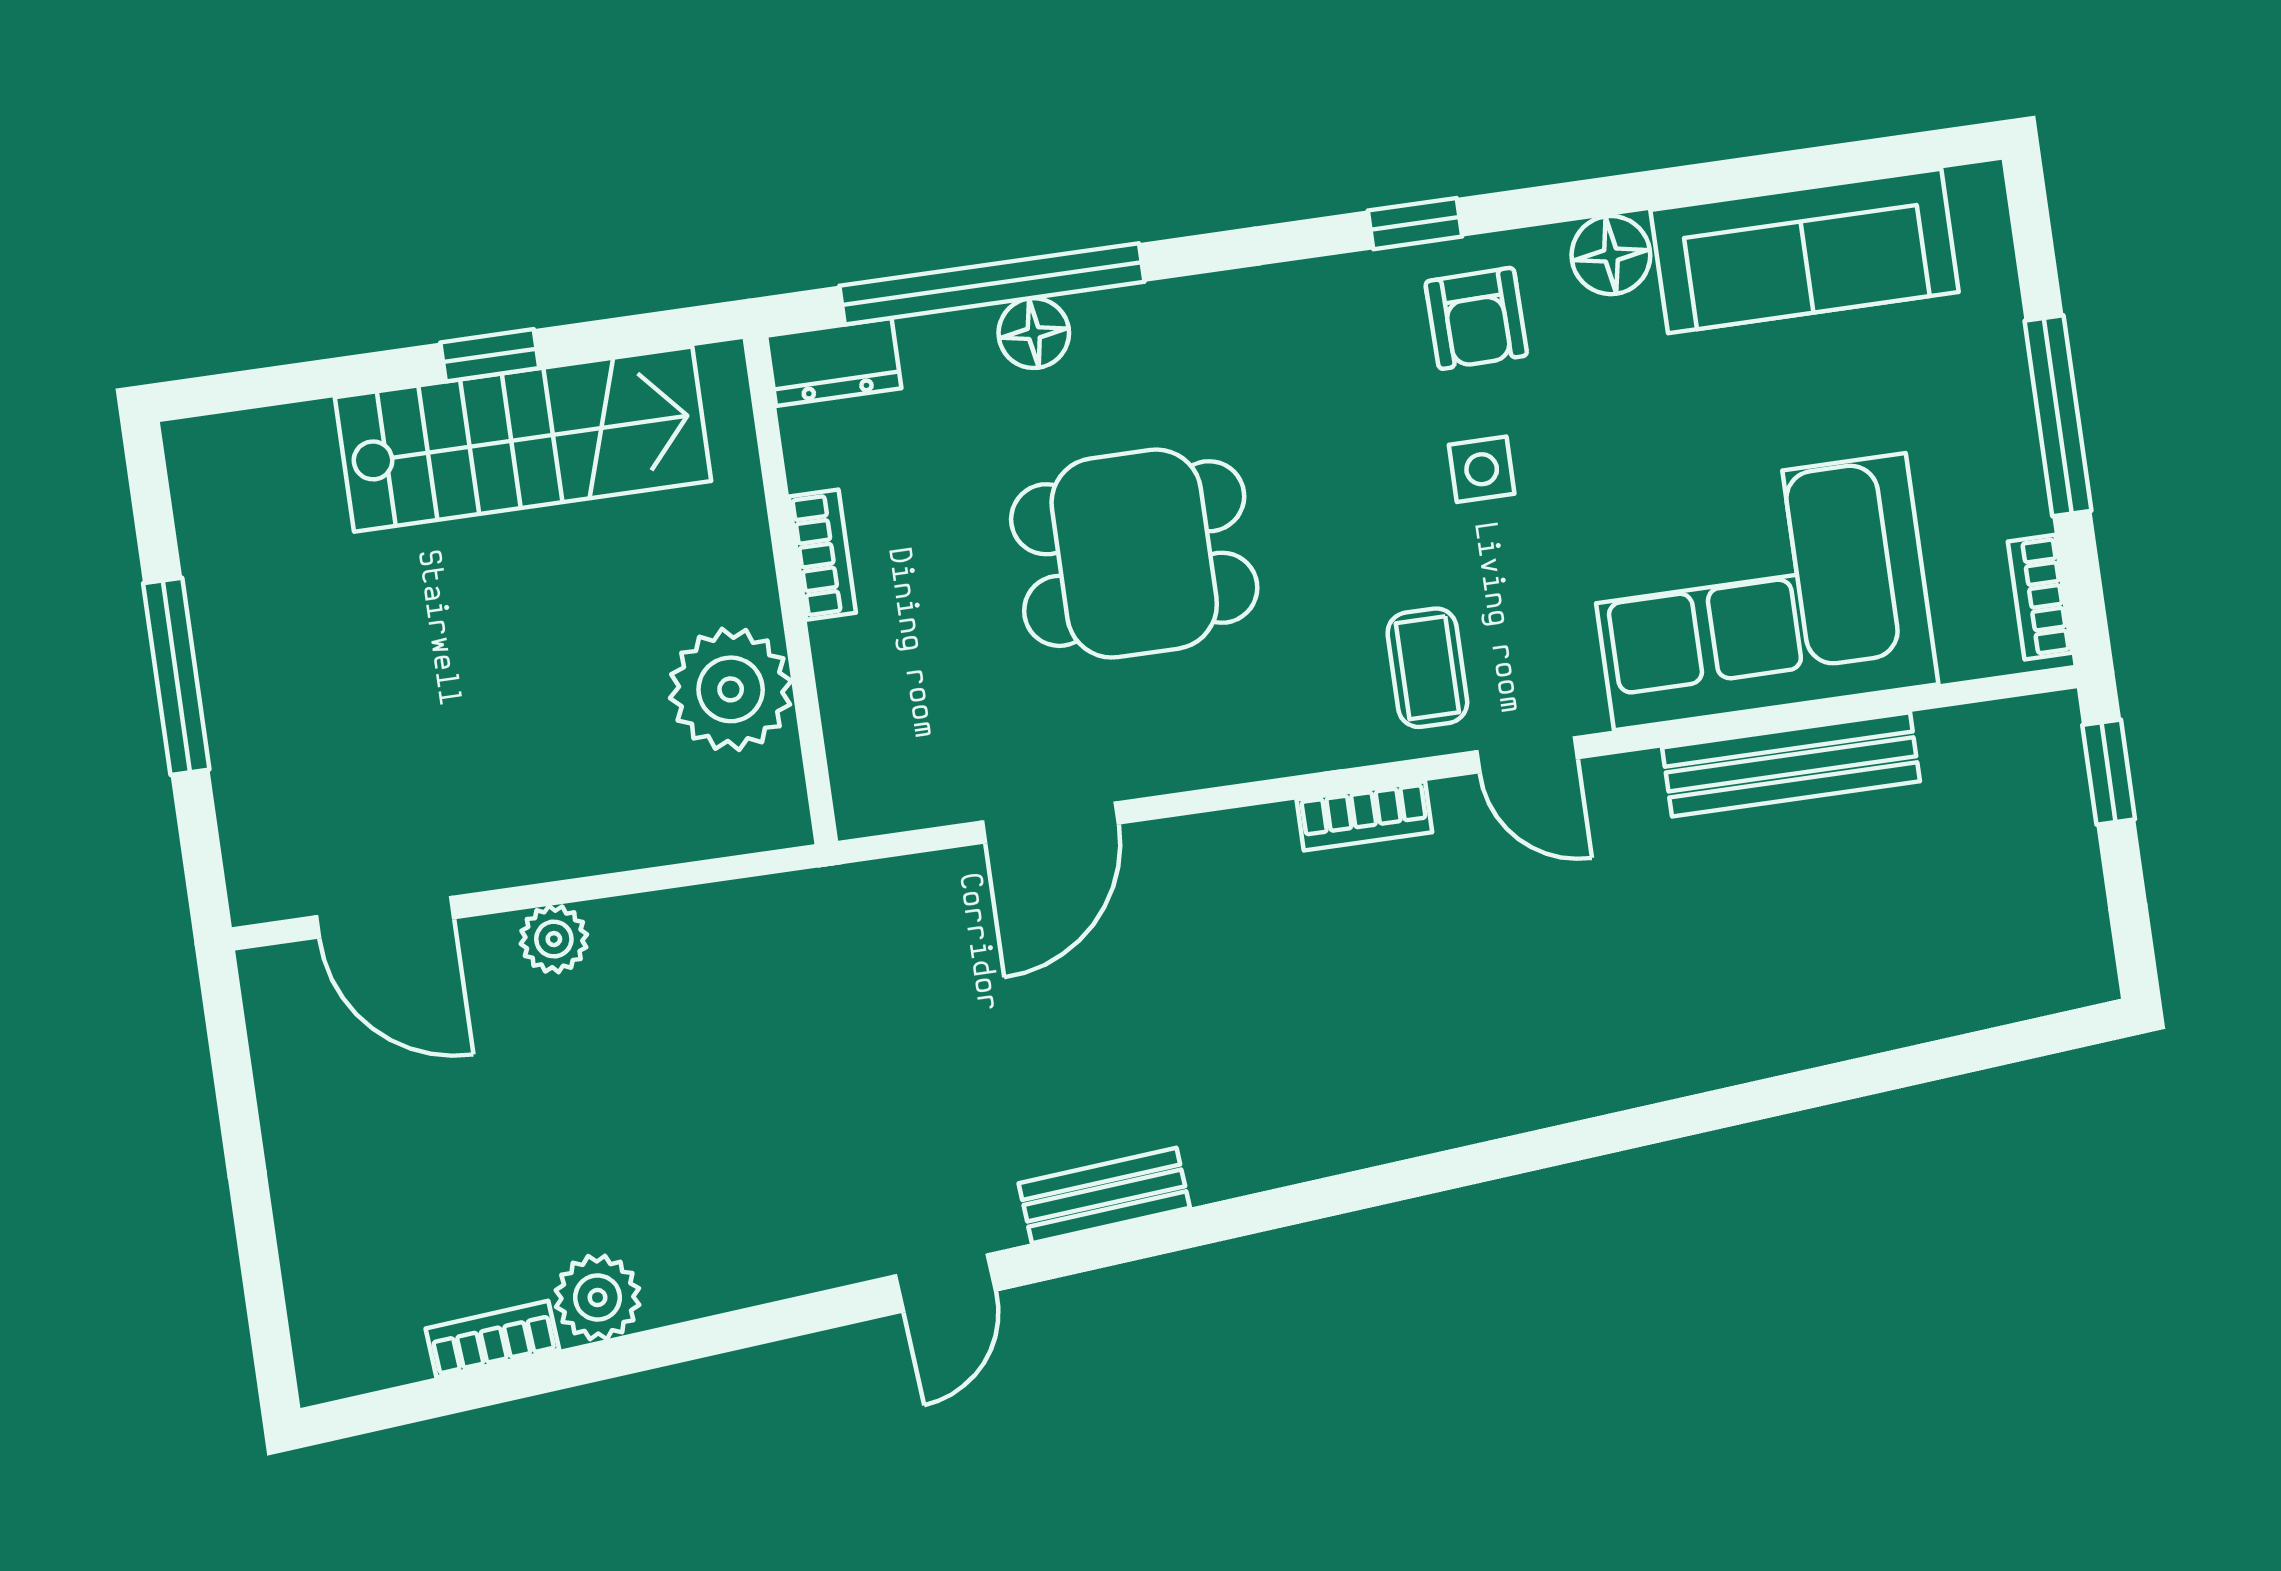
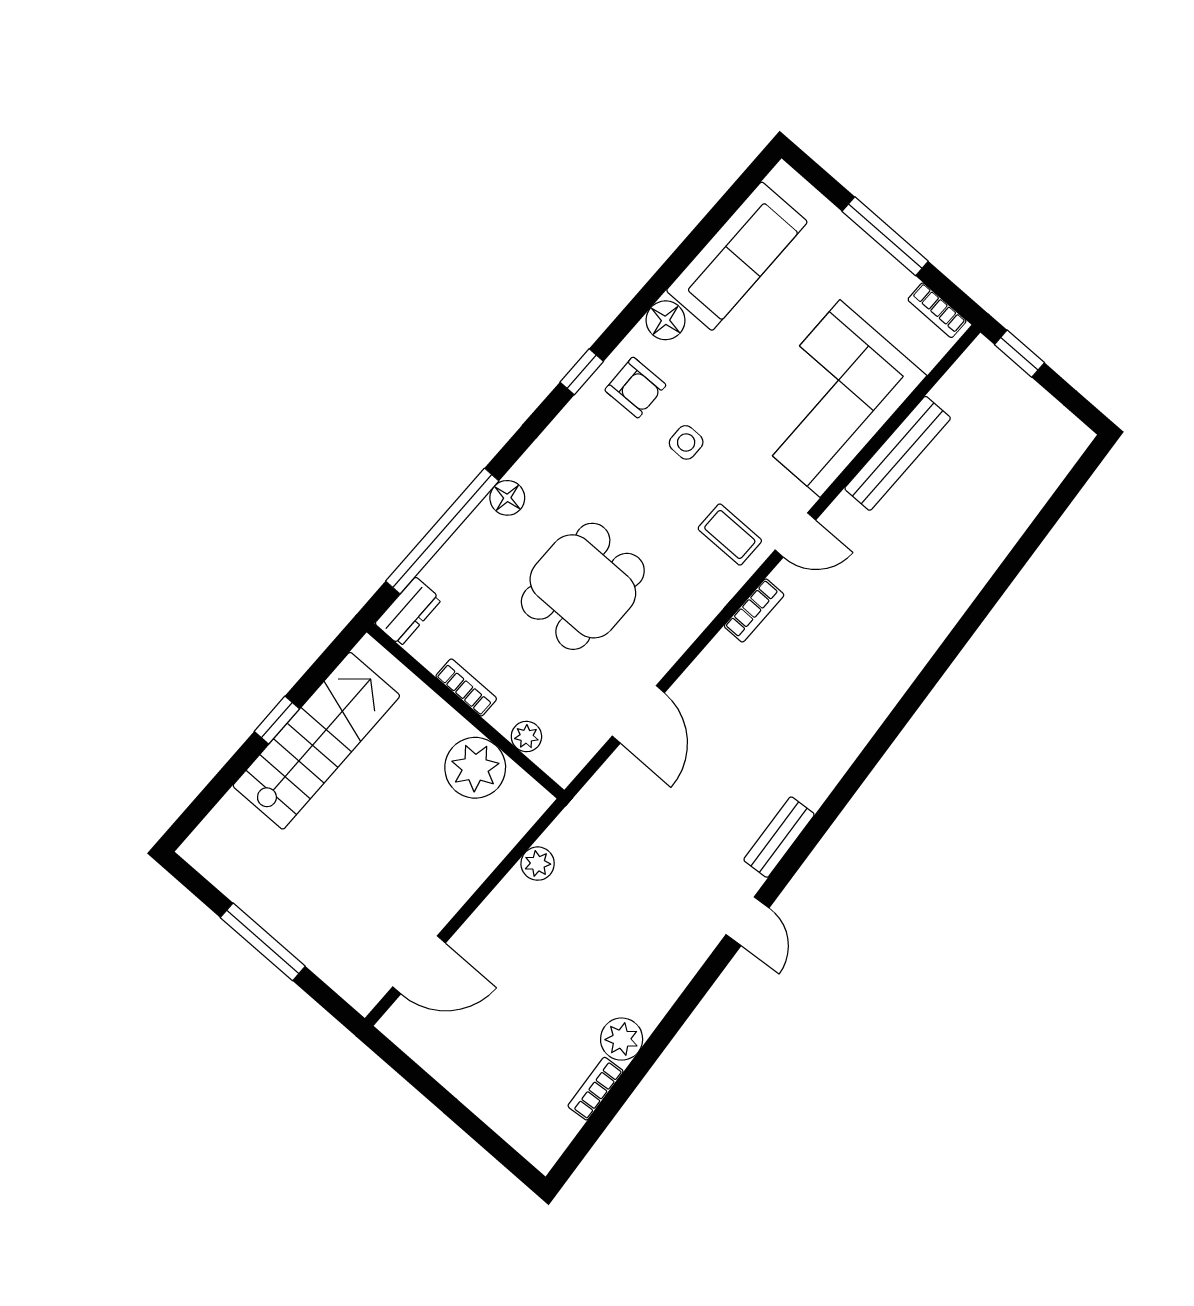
floor lamp: (1034, 333) -> (507, 498), moved
plant: (850, 709) -> (526, 737), added
plant: (554, 939) -> (538, 864), moved

